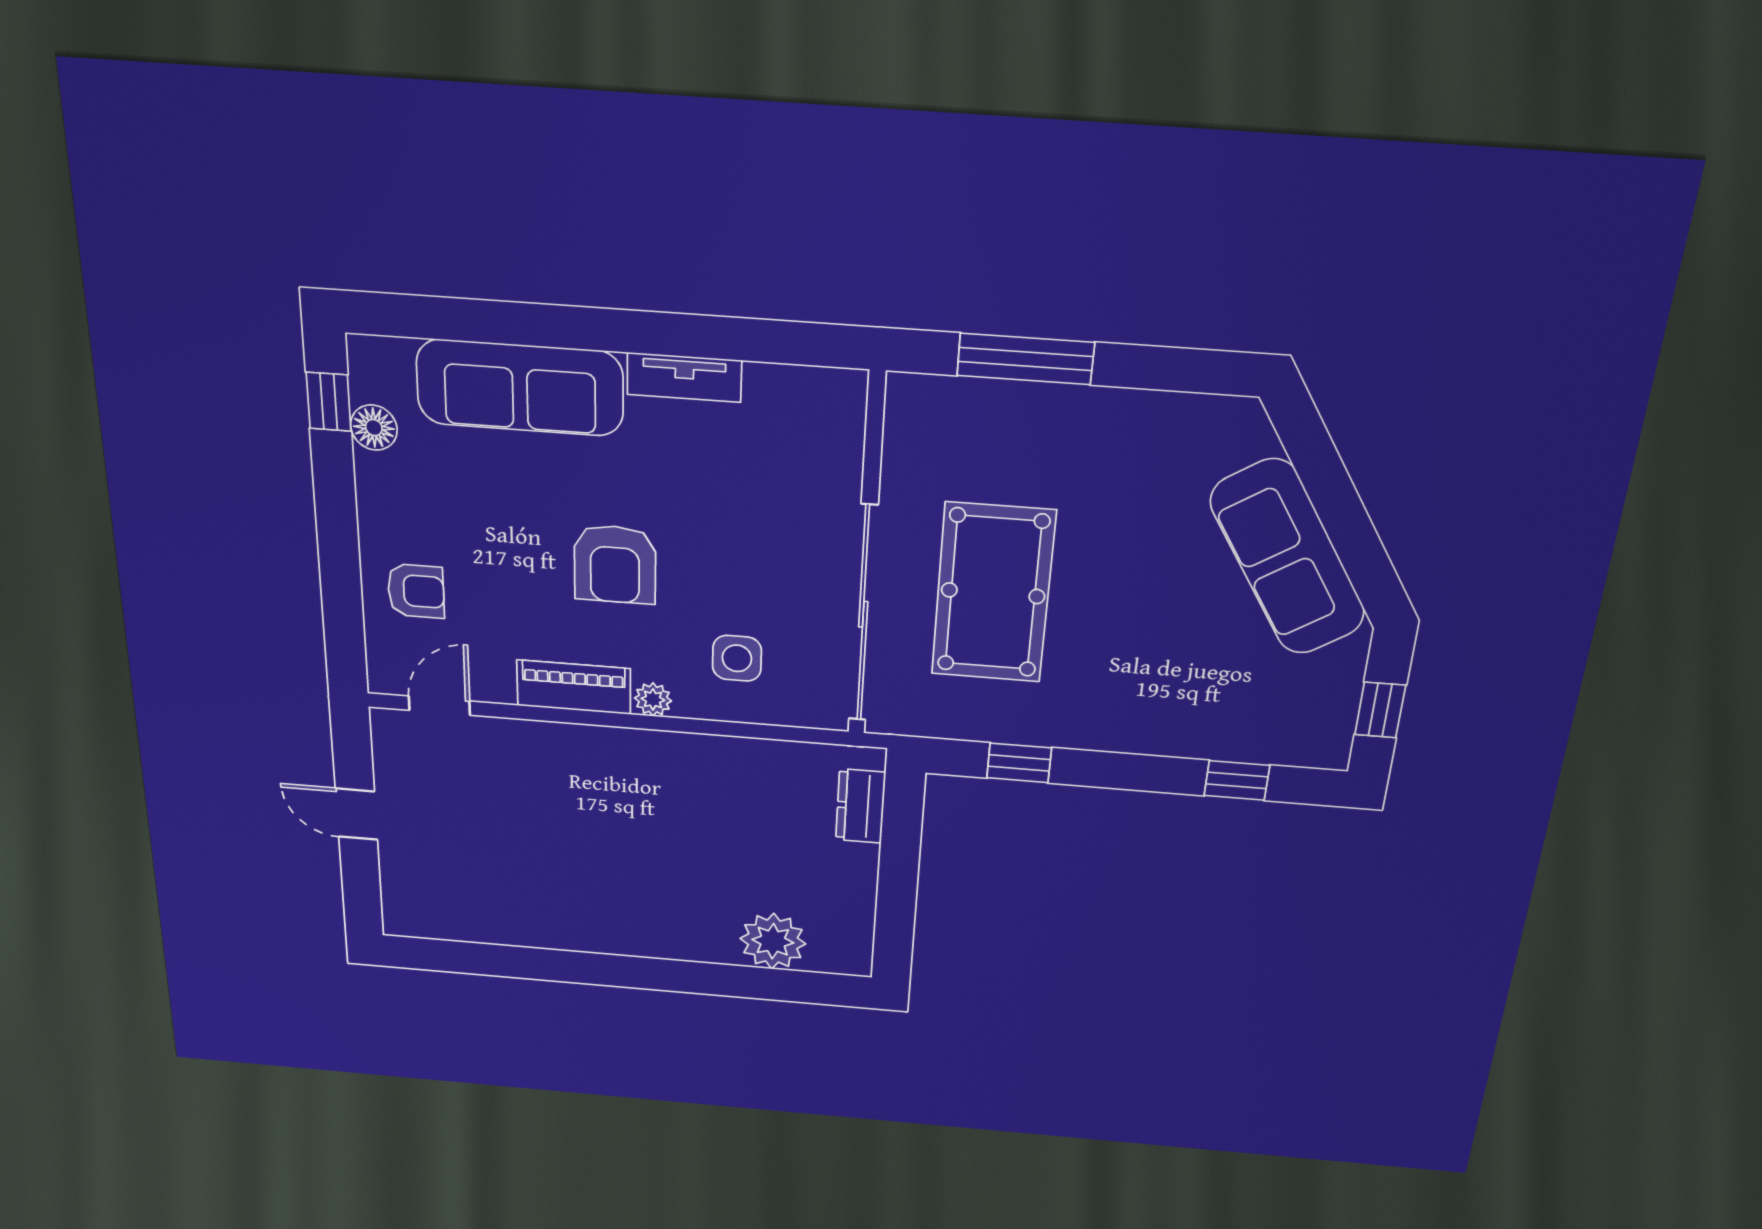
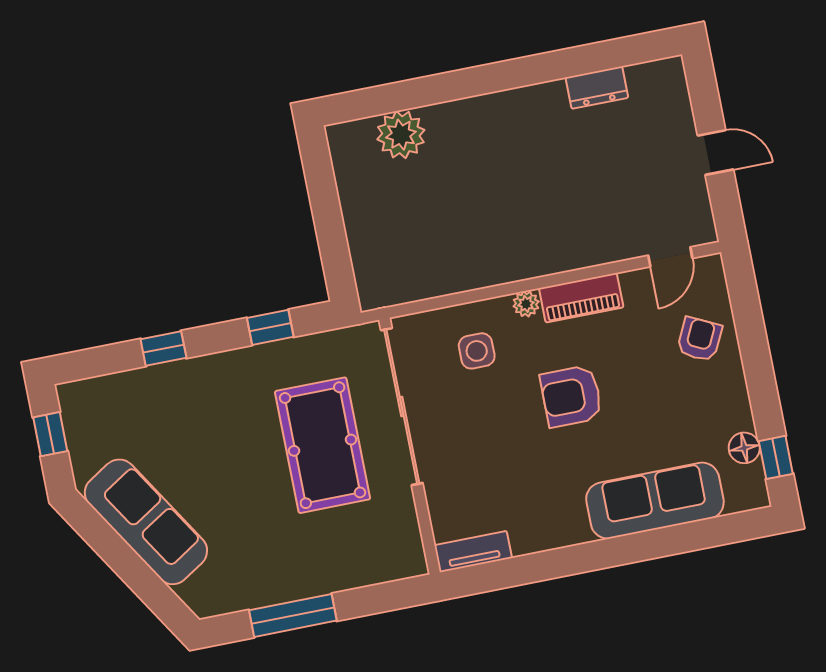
window: (1025, 359) -> (293, 615), moved
tv unit: (684, 377) -> (473, 552), moved
armchair: (615, 564) -> (571, 396), turned -90
armchair: (416, 591) -> (700, 339), turned 116
window: (1237, 780) -> (163, 349), moved
dresser: (860, 806) -> (597, 88), moved, turned 90

